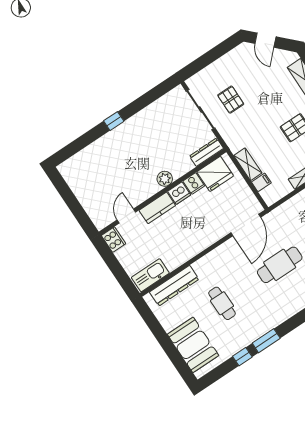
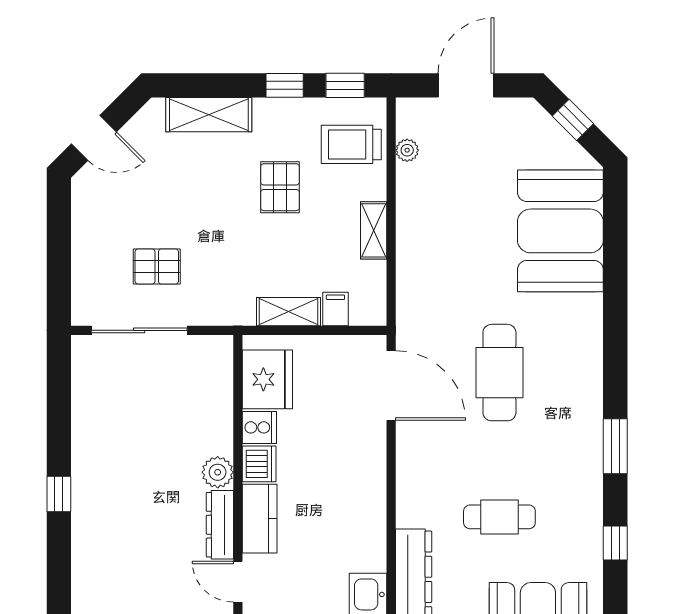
dresser: (206, 152) -> (220, 525), moved
window: (266, 341) -> (615, 446), moved

